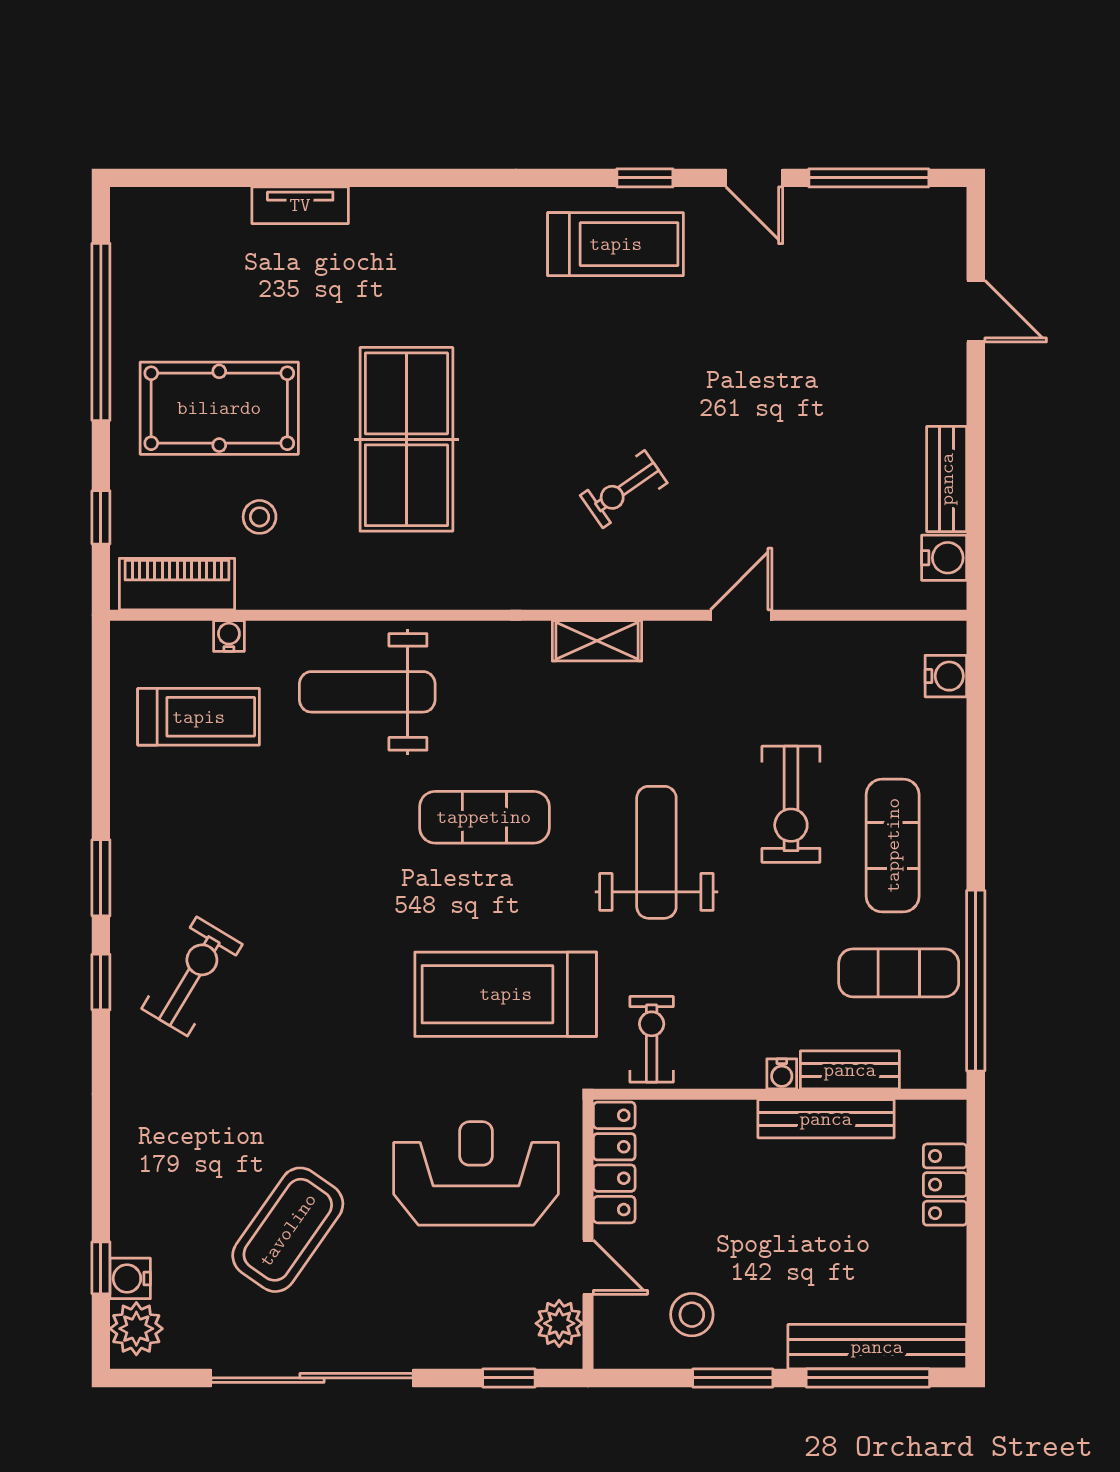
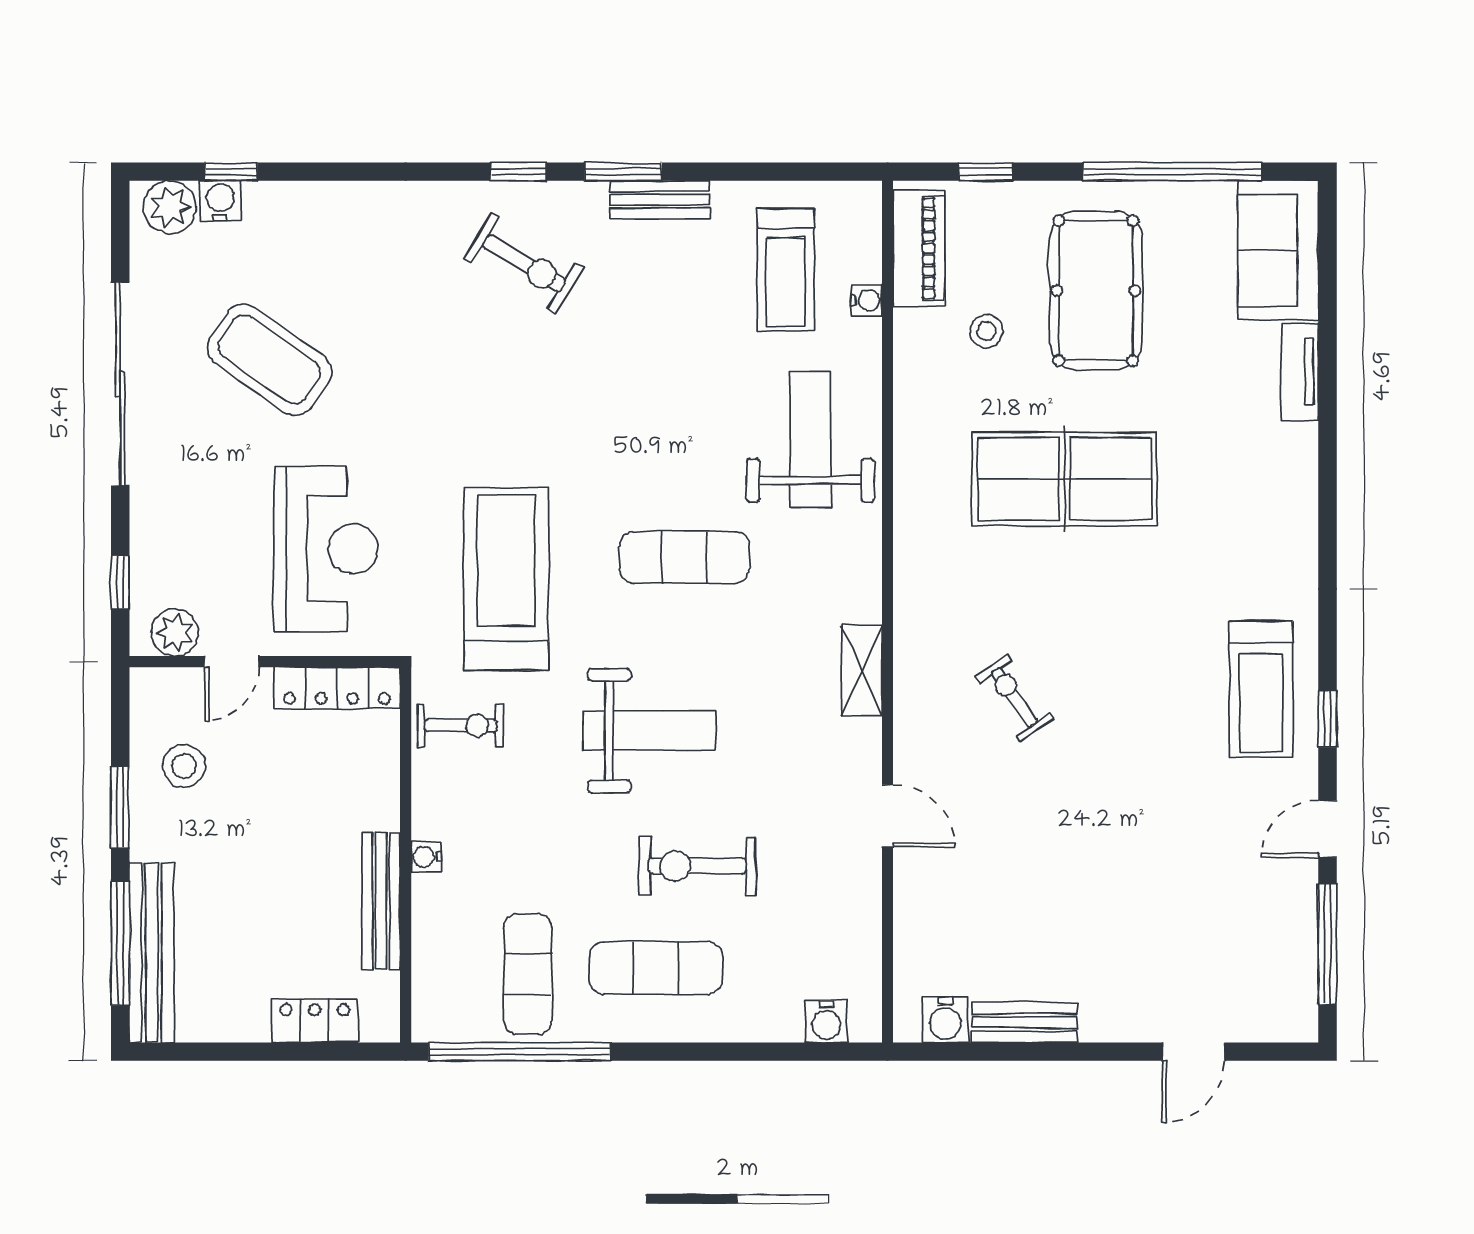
sofa: (179, 227) -> (1278, 250), added
exercise mat: (484, 817) -> (684, 557), turned 90
bench: (850, 1070) -> (660, 200), moved, turned 90

